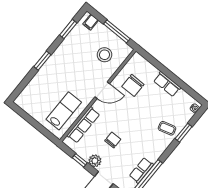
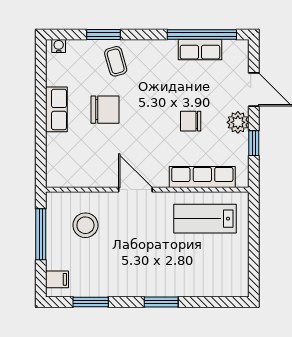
chair: (133, 85) -> (105, 110), moved

